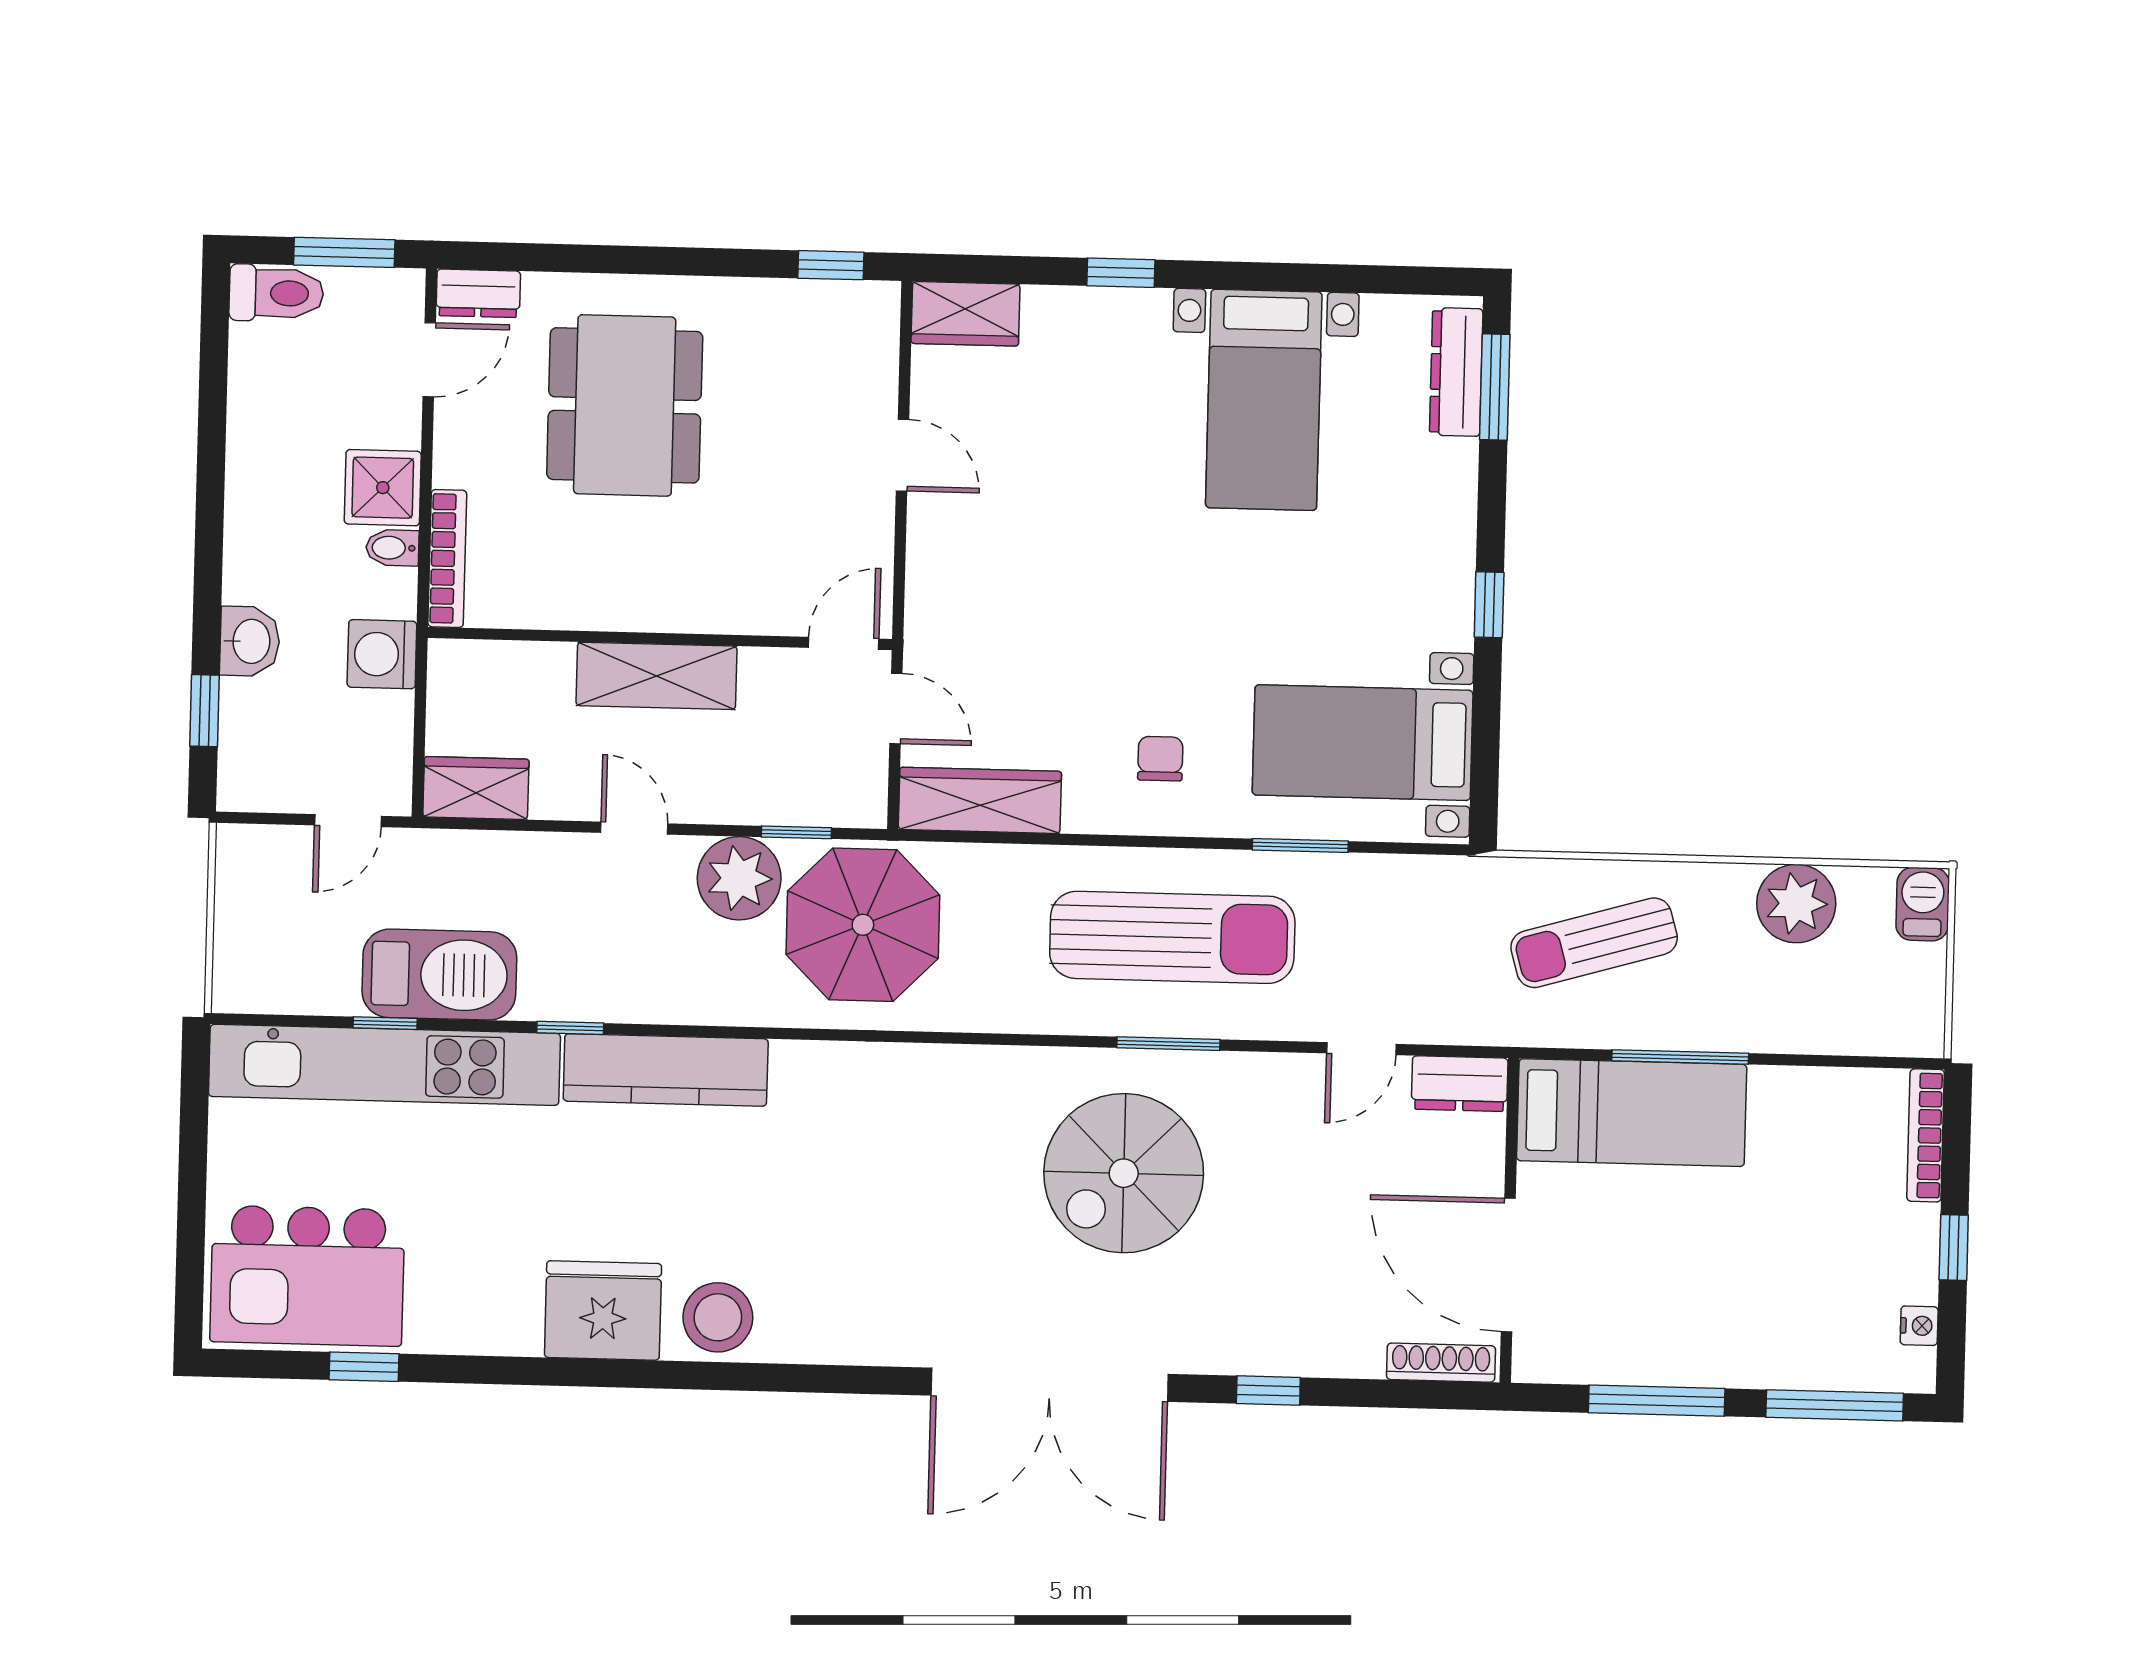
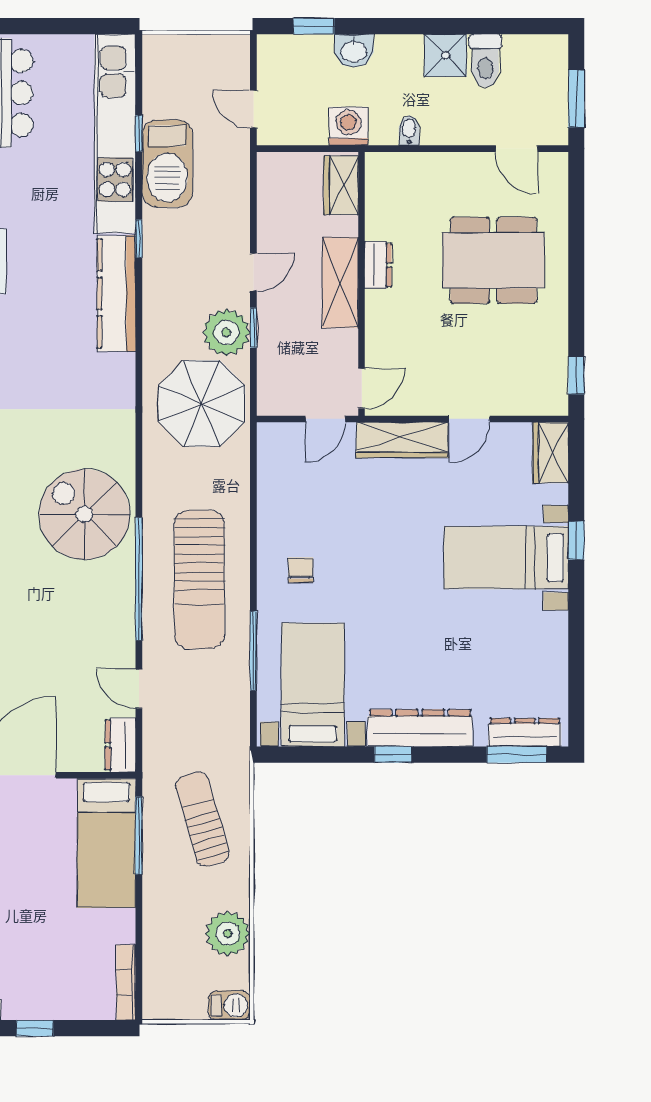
toilet: (276, 293) -> (485, 61), moved
dresser: (478, 293) -> (378, 265), moved, turned 180
bed with nightstands: (1264, 400) -> (506, 558), moved
shower: (383, 488) -> (445, 55), moved
dresser: (1444, 556) -> (420, 728), added
bookcase: (447, 559) -> (404, 162), removed
door: (844, 643) -> (362, 388), hinge flipped
chair: (1160, 759) -> (301, 570), turned -90
wardrobe: (476, 788) -> (341, 185), moved, turned 180
wardrobe: (980, 800) -> (402, 440), moved, turned 90
window: (796, 832) -> (253, 328), moved
window: (1300, 846) -> (253, 651), width x1.44
window: (1168, 1044) -> (139, 579), width x2.11
window: (1680, 1057) -> (139, 836), moved
bookcase: (1926, 1135) -> (126, 983), moved, turned -90
spiral stairs: (1124, 1173) -> (84, 514), moved

